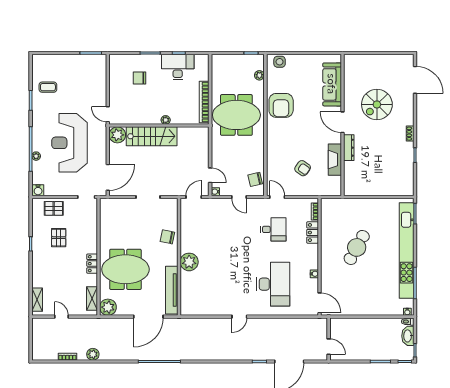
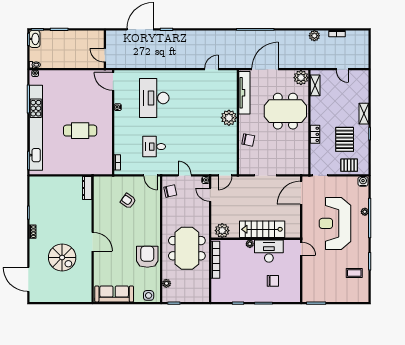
desk: (178, 67) -> (269, 251), moved, turned 180
sofa: (332, 84) -> (114, 294), moved, turned -90
spiral stairs: (377, 104) -> (62, 257), turned 90
meeting table: (236, 115) -> (187, 248), turned 90
plant: (117, 135) -> (222, 231), moved
reception desk: (70, 143) -> (335, 223), turned 180
dresser: (349, 148) -> (87, 188), moved
fireplace: (335, 160) -> (99, 209), removed
locker: (313, 233) -> (119, 144), removed
pallet: (59, 238) -> (345, 139), width x1.50, depth x1.42
cafe table: (357, 247) -> (80, 131), turned 61
locker: (92, 264) -> (315, 134), moved
shelving: (37, 300) -> (364, 114), moved
door: (239, 317) -> (211, 69), moved
washbasin: (408, 336) -> (35, 39), moved
door: (329, 347) -> (105, 55), moved

